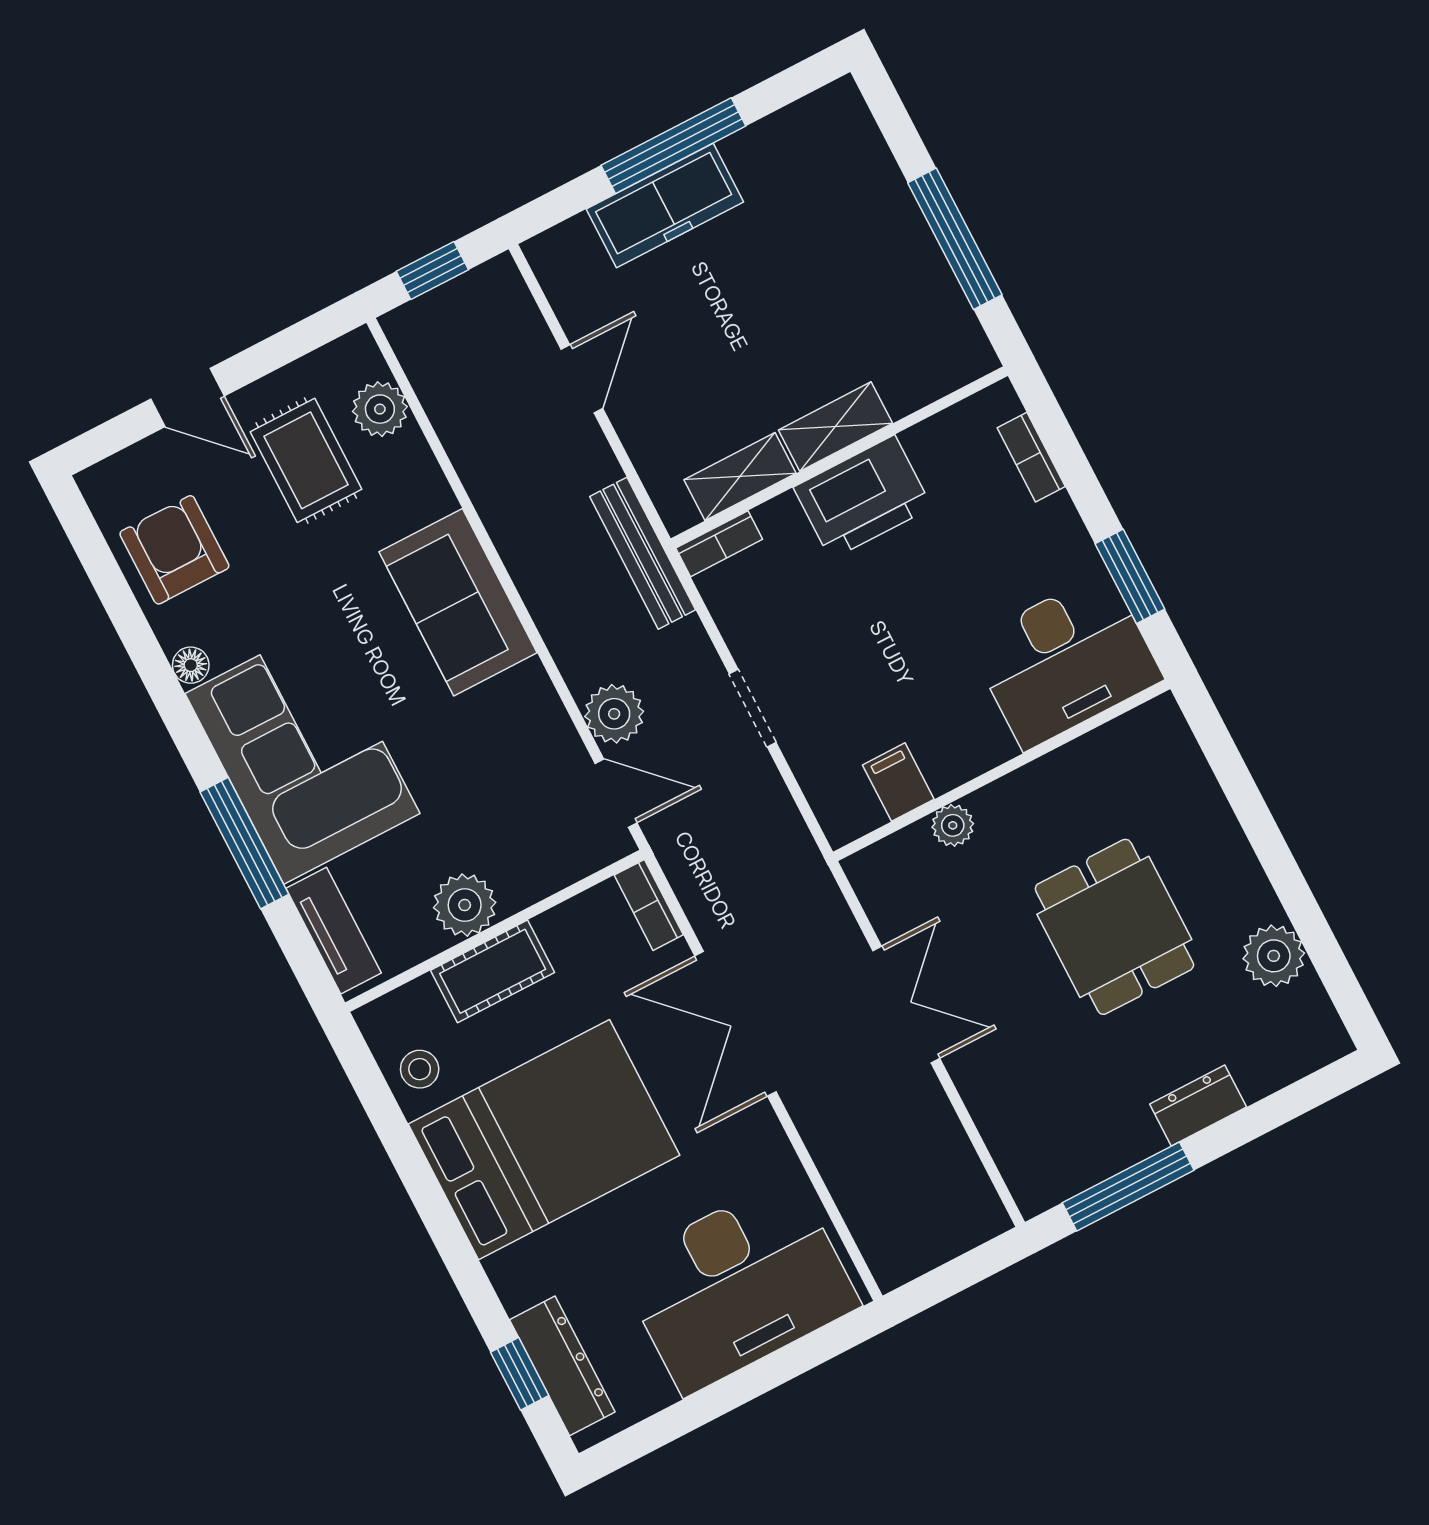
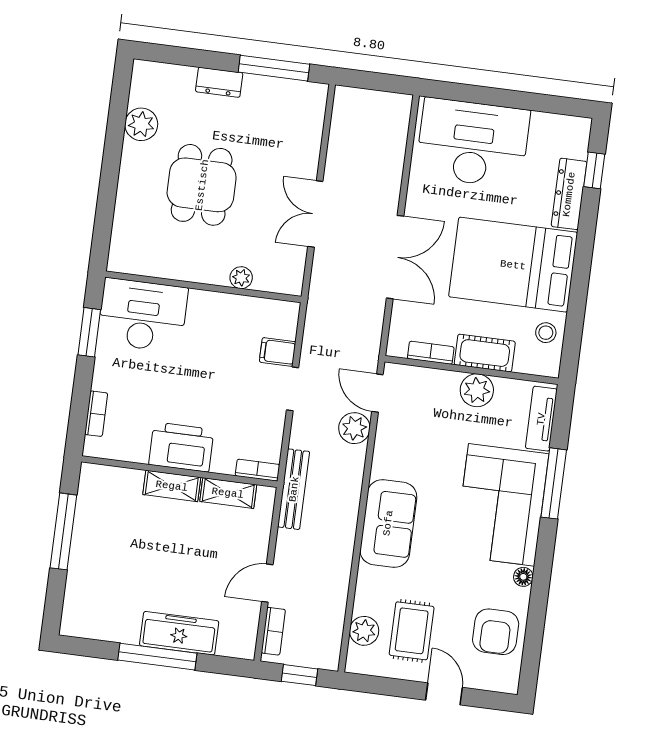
bookcase: (521, 310) -> (273, 631), added
filing cabinet: (898, 782) -> (278, 352), moved, turned 90
bookcase: (649, 905) -> (431, 353), moved, turned -90
dresser: (562, 1366) -> (569, 194), moved

